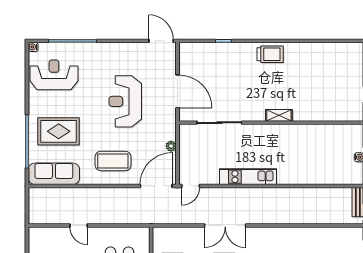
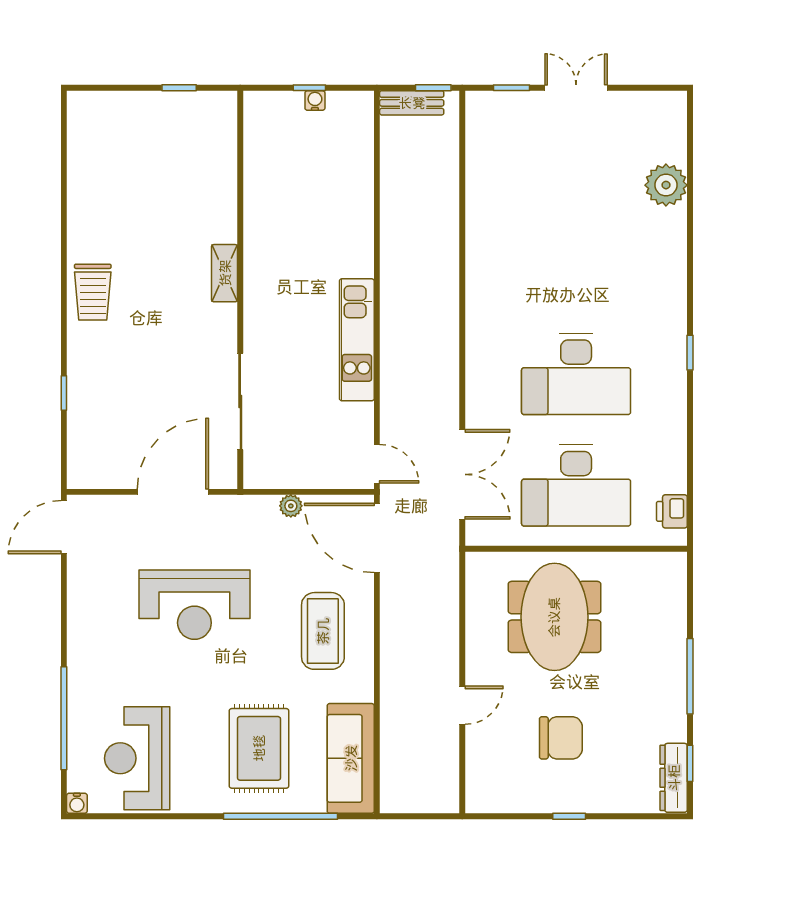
trolley: (270, 54) -> (93, 292), turned 180
double door: (225, 226) -> (462, 474), moved

